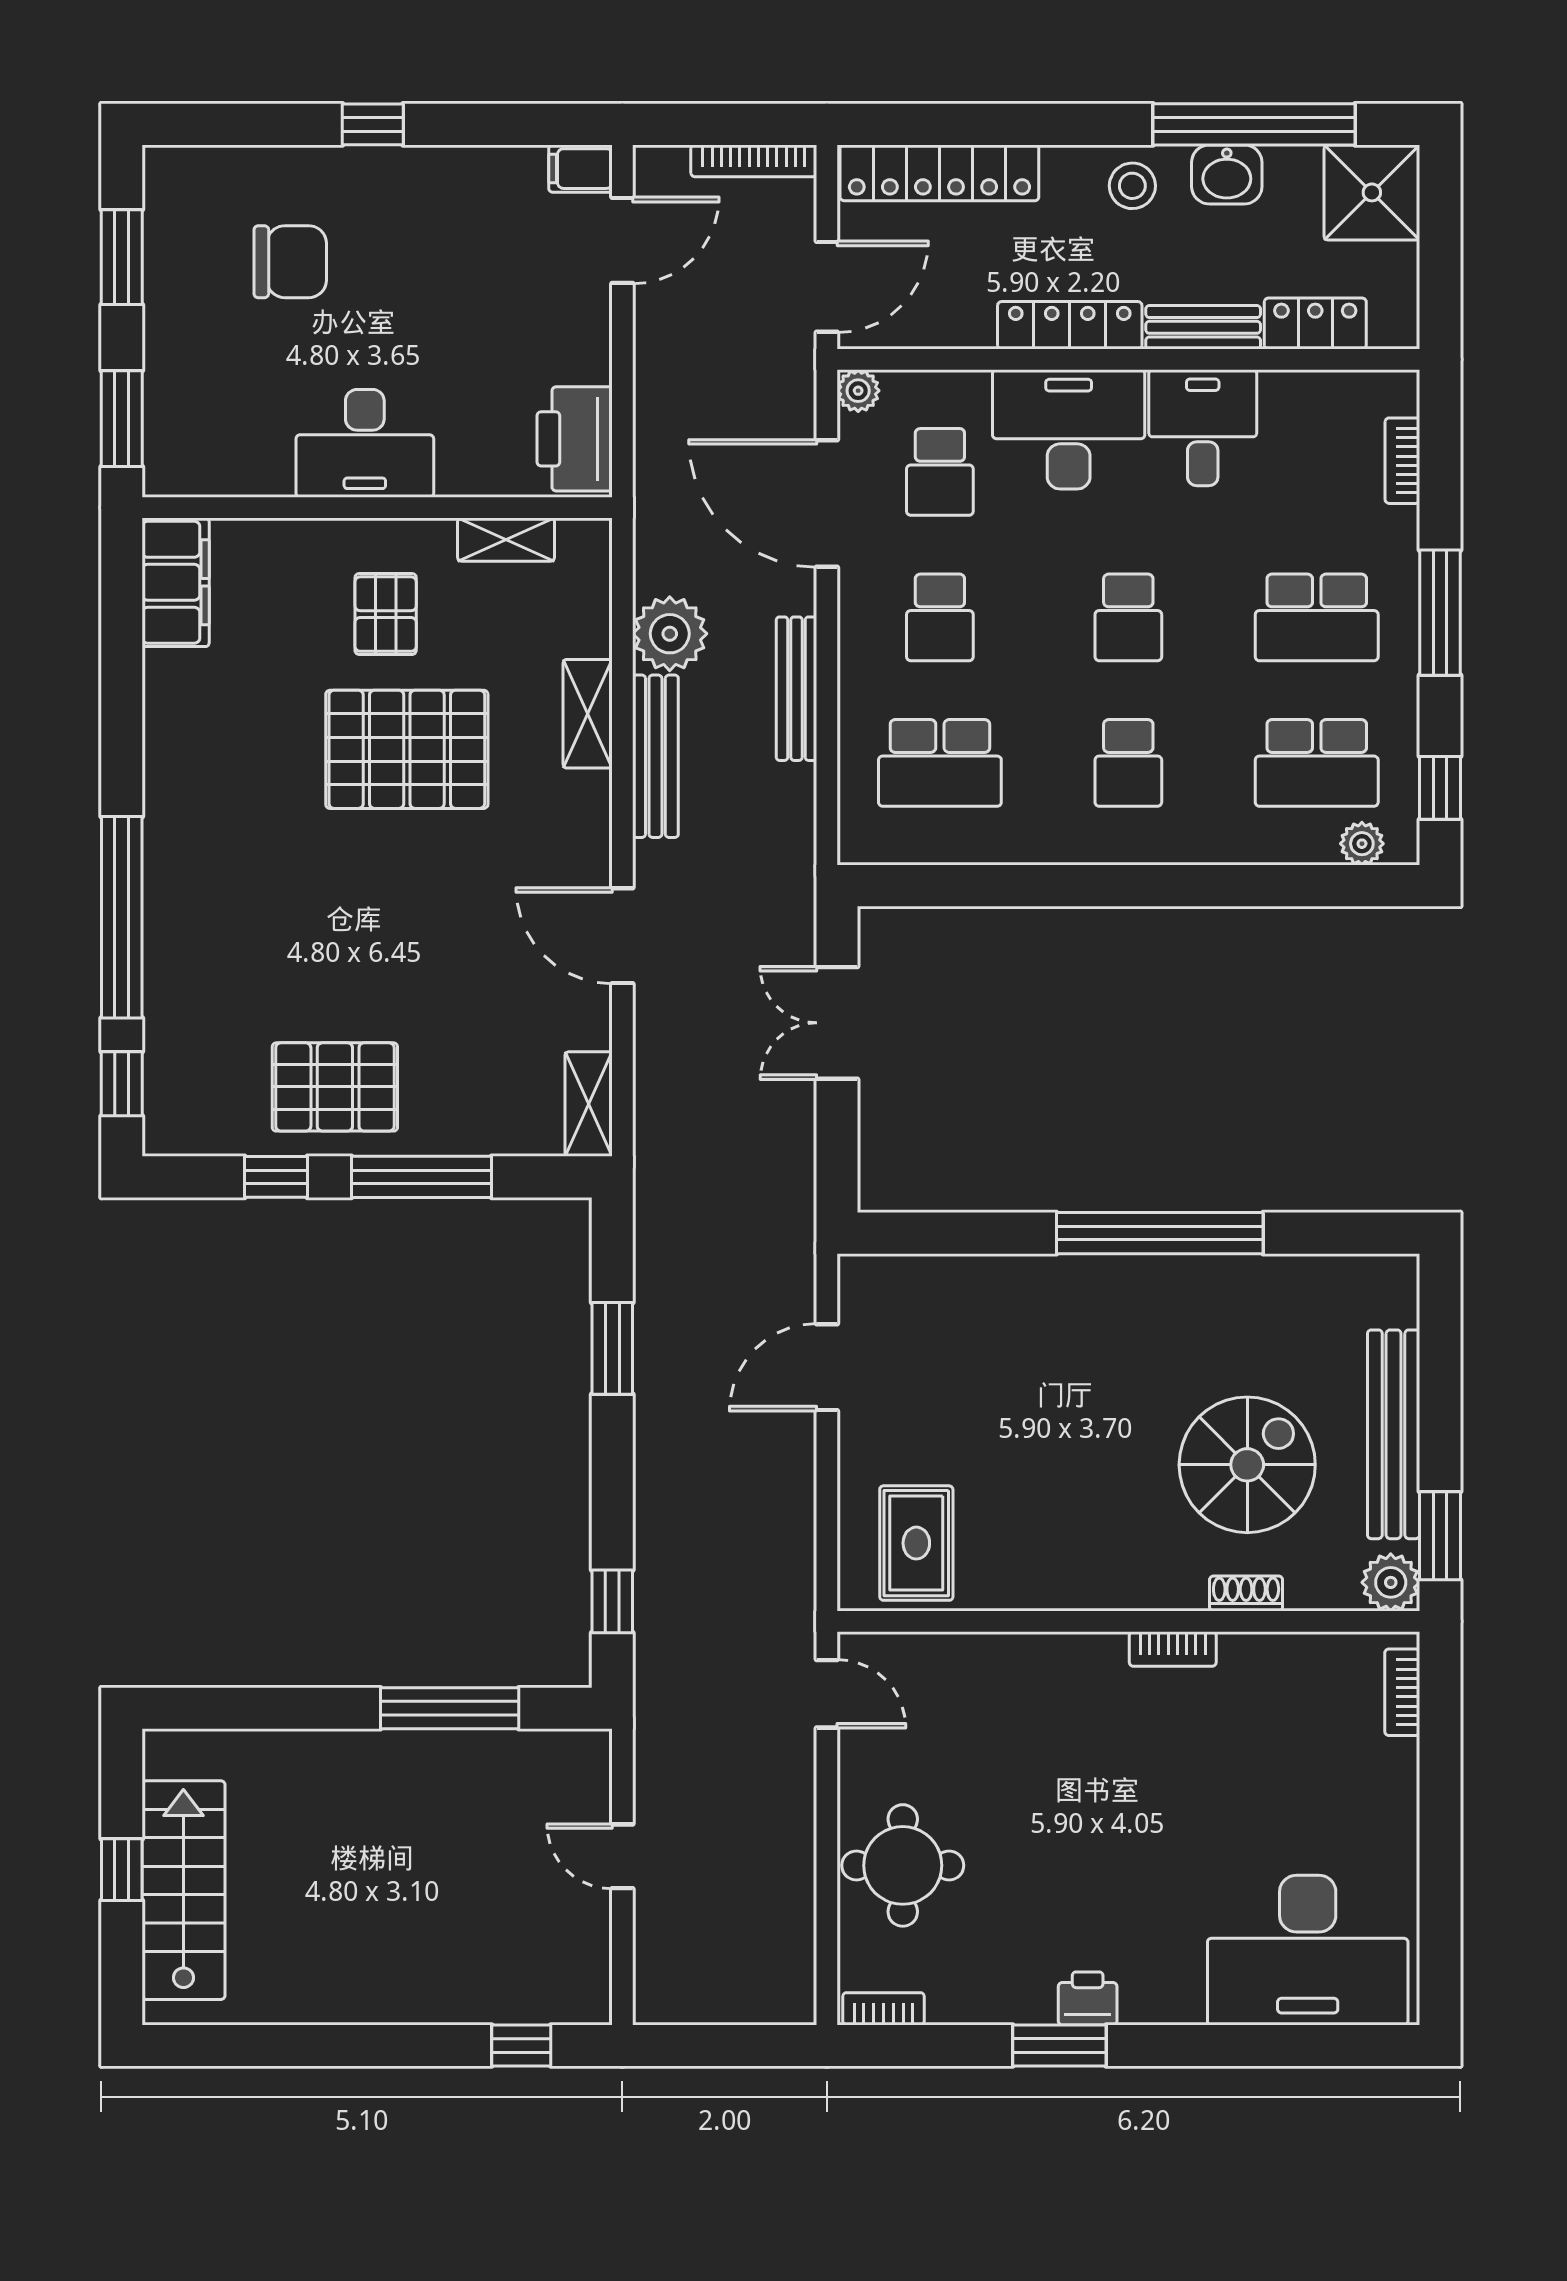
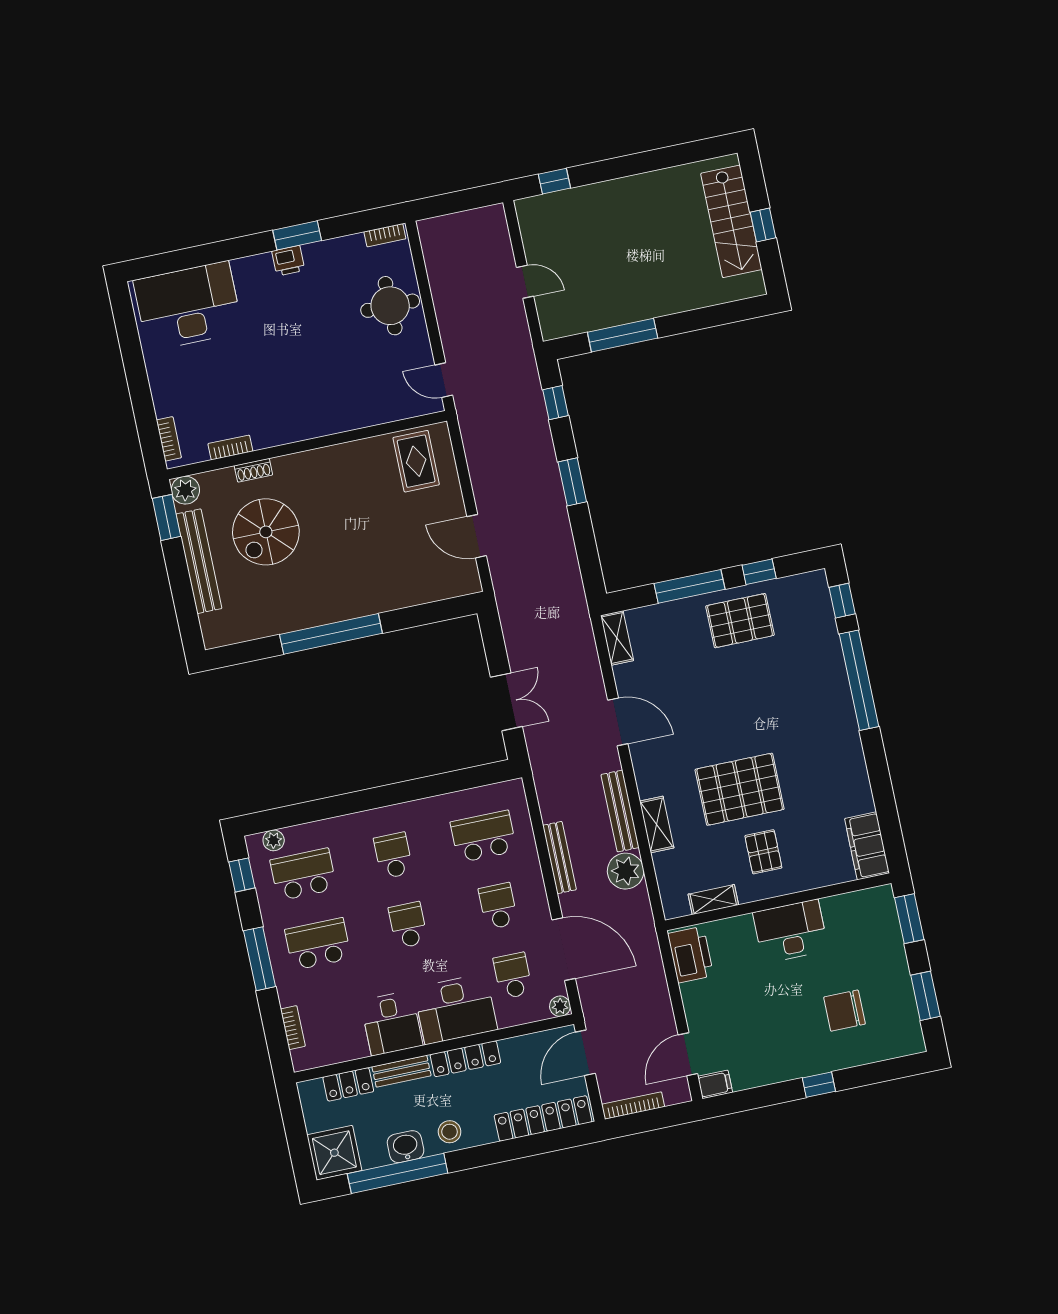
window: (612, 1348) -> (572, 482), moved
door: (827, 1367) -> (477, 536), swing flipped
bookcase: (1173, 1649) -> (230, 447), moved

